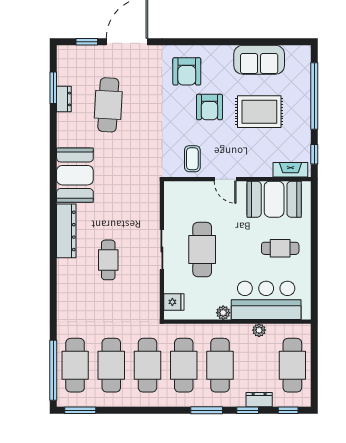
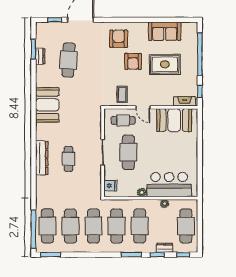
armchair: (187, 71) -> (119, 39), turned 180
dresser: (66, 231) -> (42, 158), moved
cafe table: (280, 248) -> (123, 120), moved

